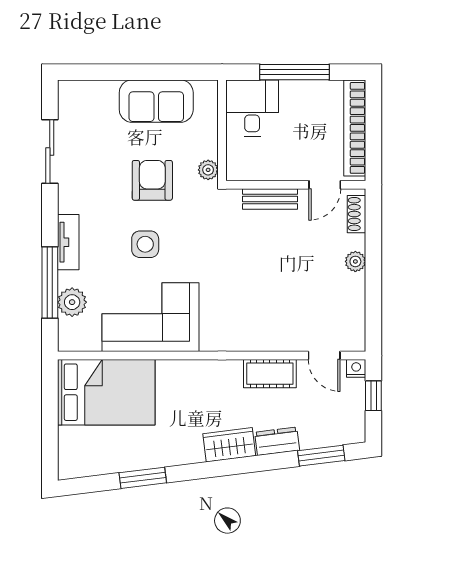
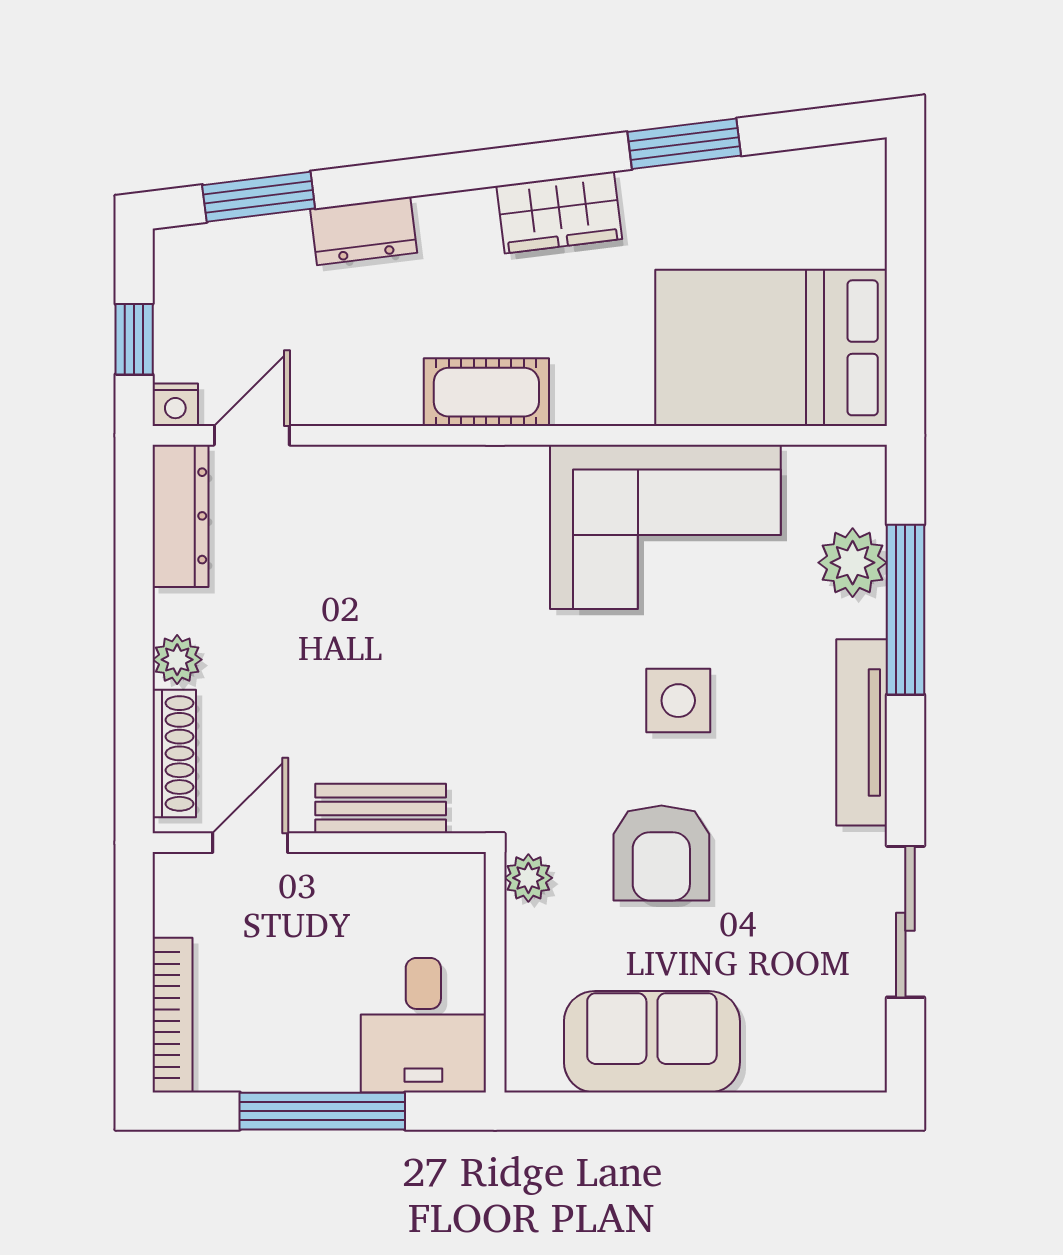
bookcase: (355, 128) -> (172, 1015), width x0.68, depth x0.76
shoe rack: (357, 214) -> (174, 753), width x1.43
tv unit: (68, 242) -> (862, 732), width x1.41
dresser: (354, 322) -> (180, 516), added
door: (324, 356) -> (252, 435), hinge flipped
cot: (270, 374) -> (486, 392), moved
wardrobe: (229, 445) -> (559, 212), moved

